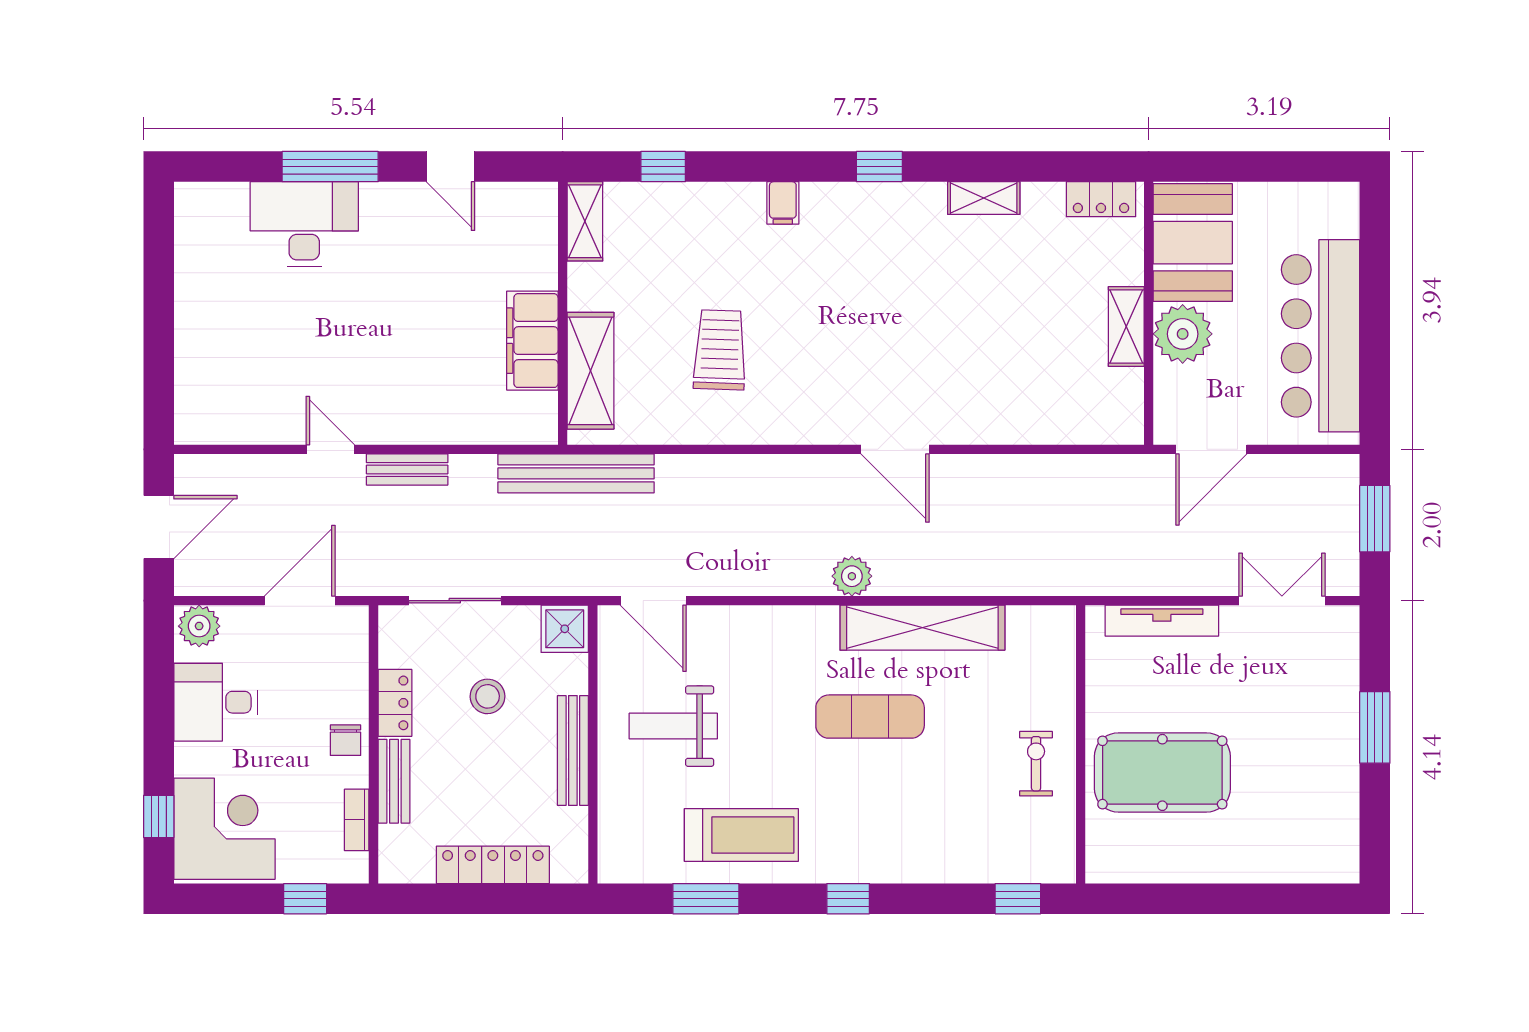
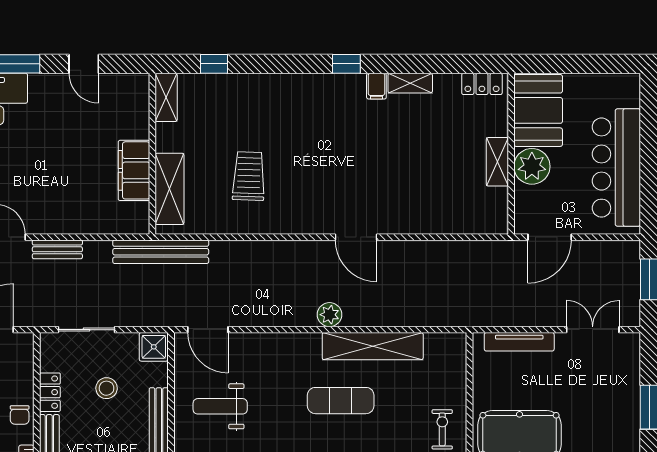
filing cabinet: (783, 203) -> (376, 86), moved

